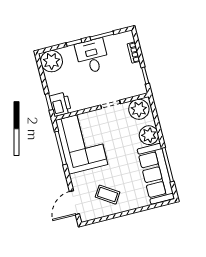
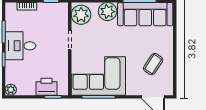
plant: (51, 61) -> (11, 90), width x0.53, depth x0.53
printer: (60, 104) -> (46, 87), moved

